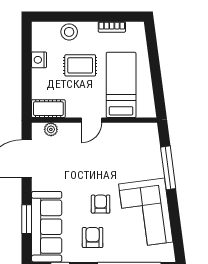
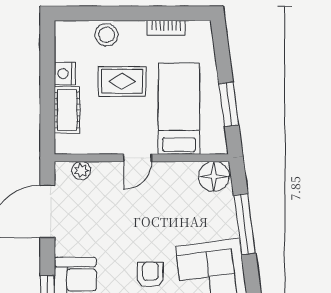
window: (157, 82) -> (229, 104), added
cot: (48, 109) -> (67, 110), moved, turned 90
floor lamp: (146, 134) -> (214, 176), added

